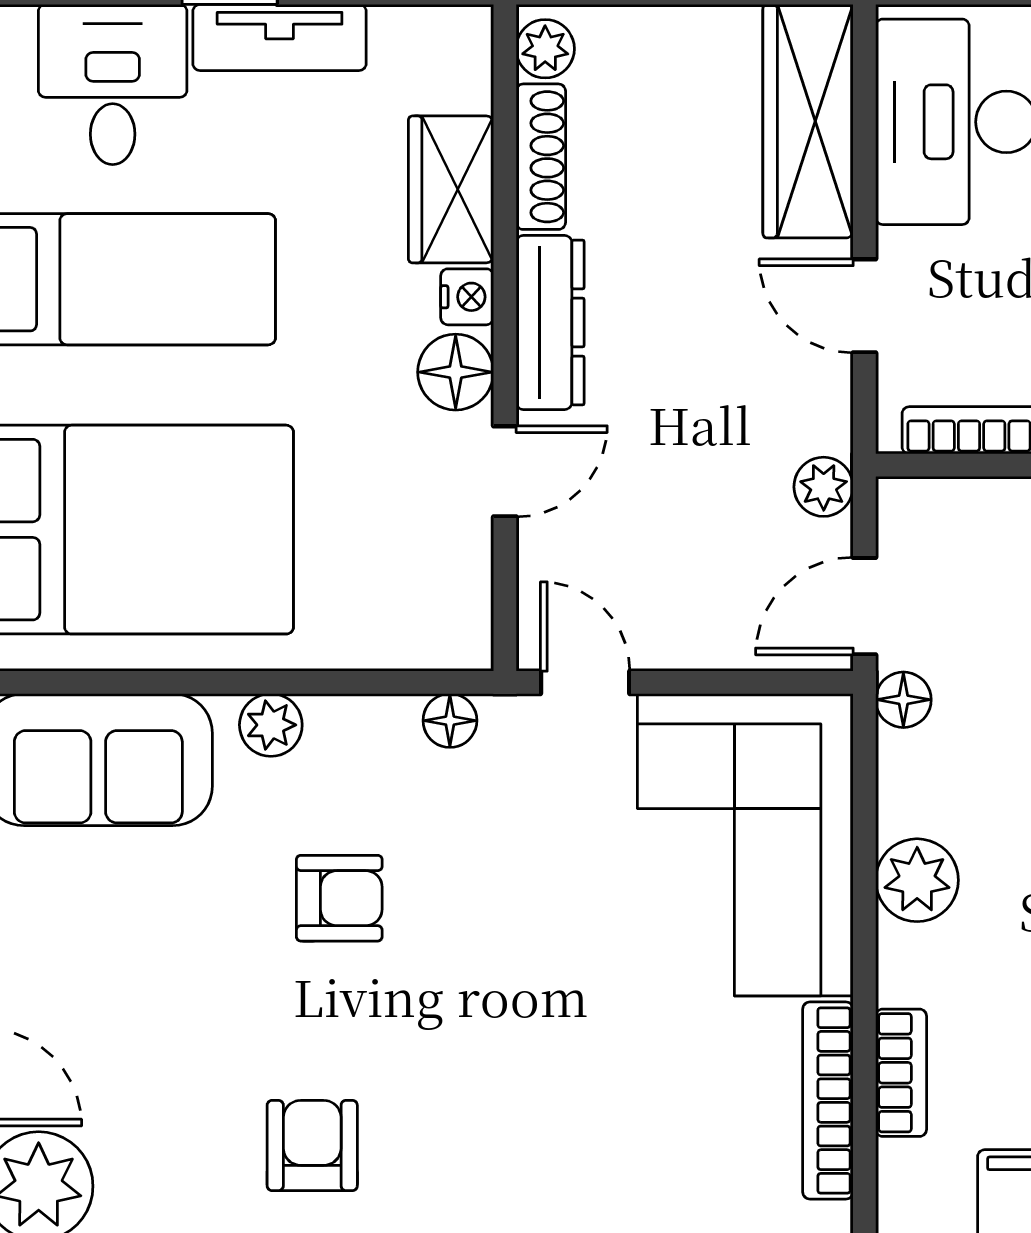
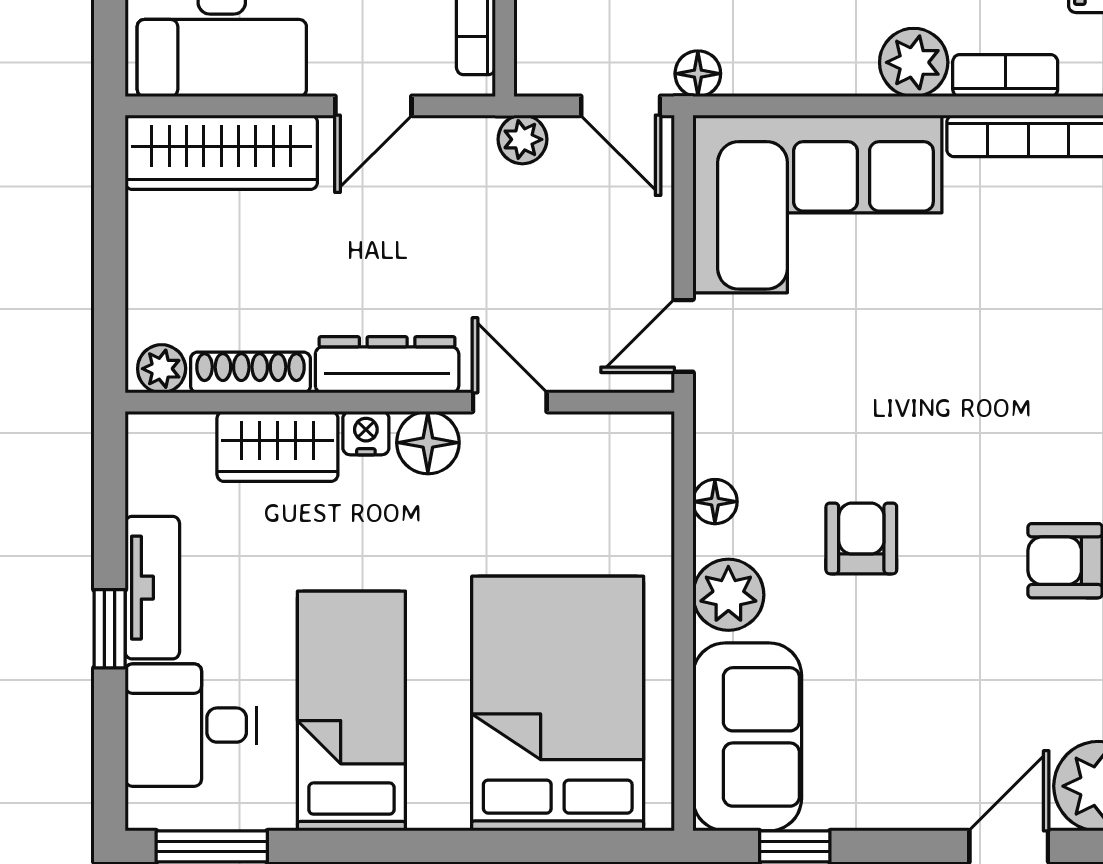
floor lamp: (450, 721) -> (715, 502), moved
plant: (271, 725) -> (728, 595), width x1.38, depth x1.38
plant: (917, 880) -> (914, 62), moved

